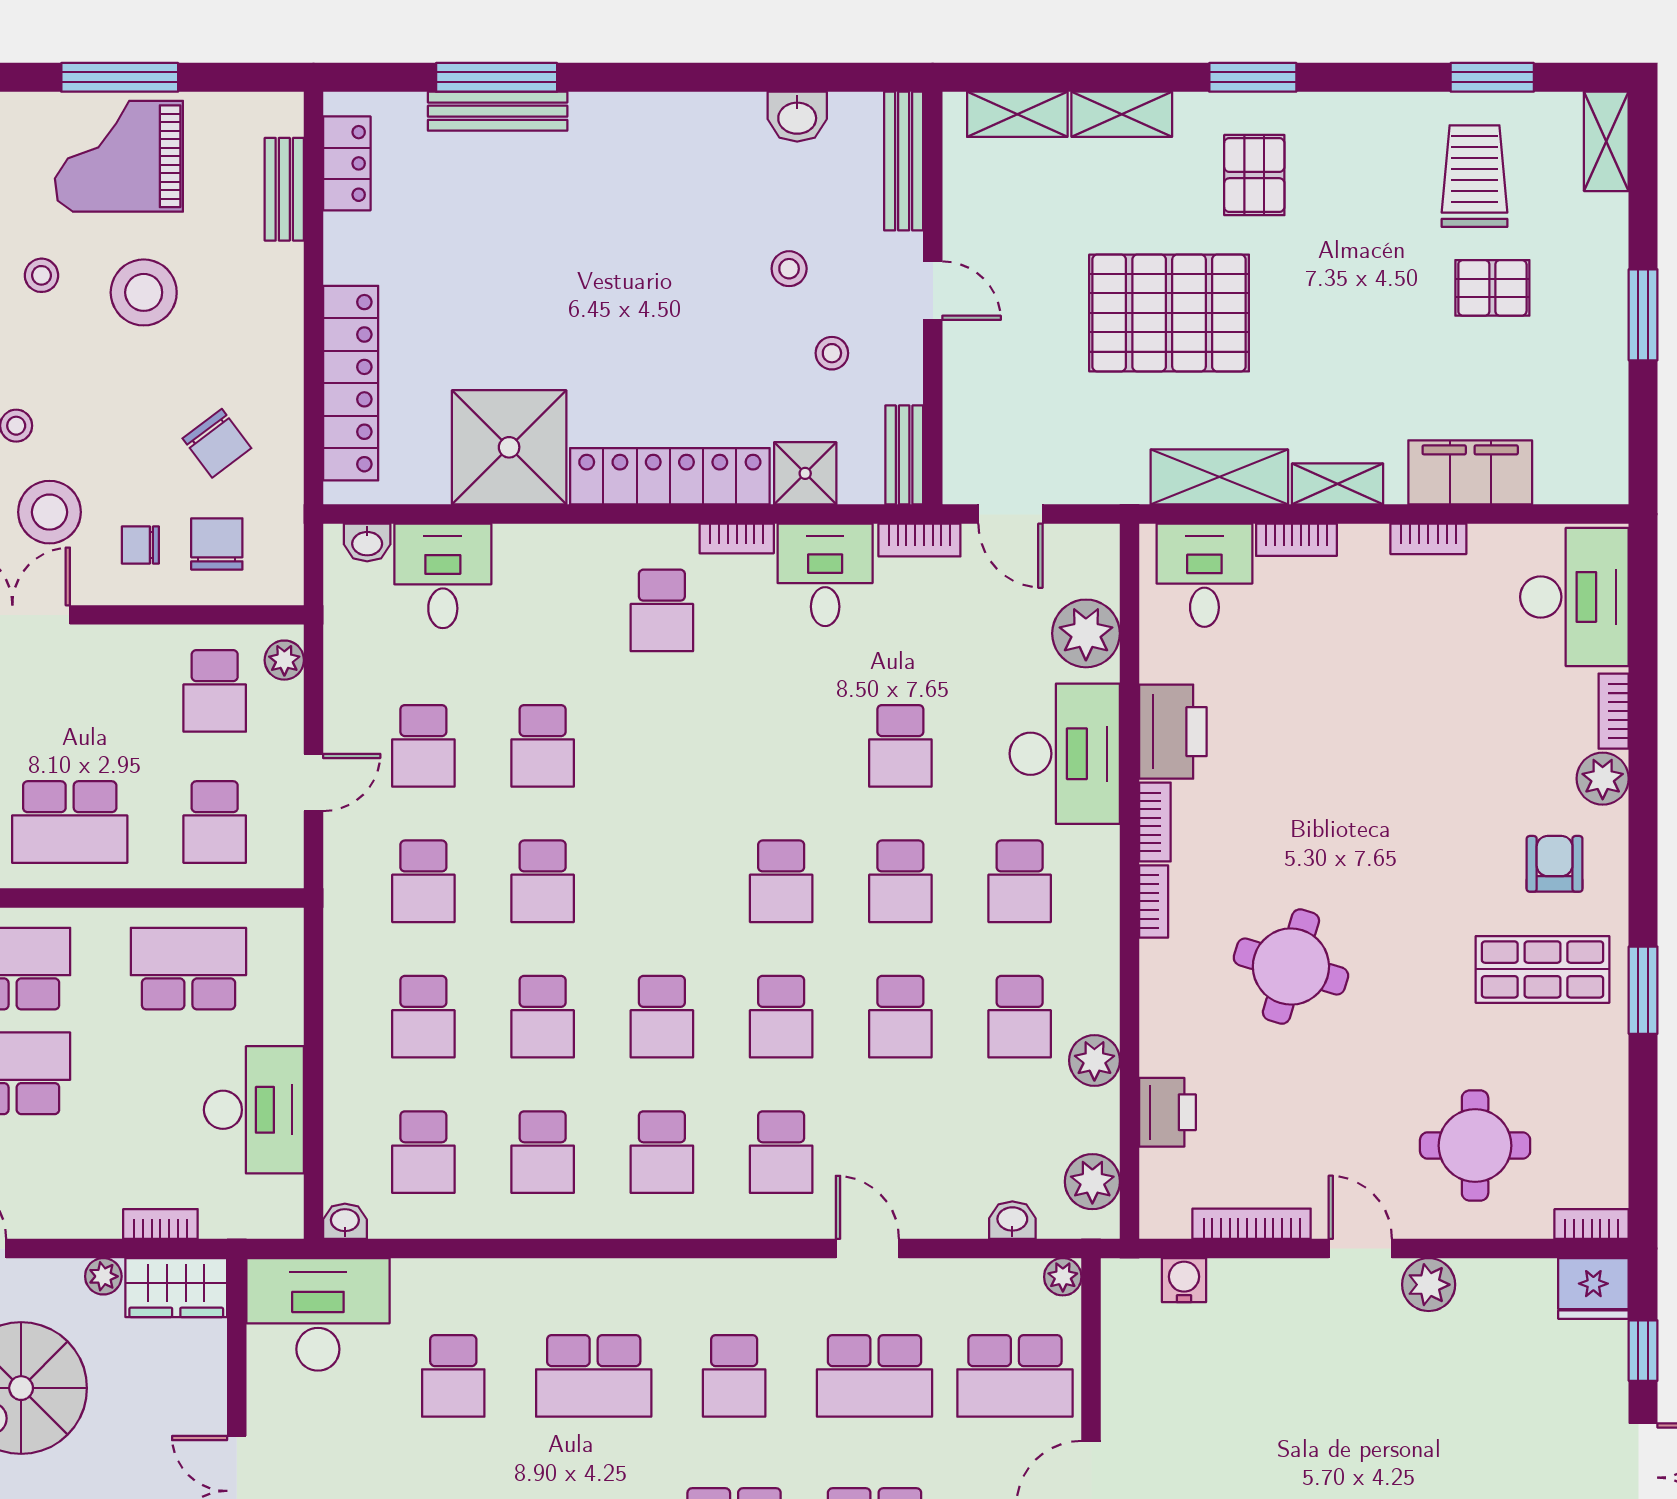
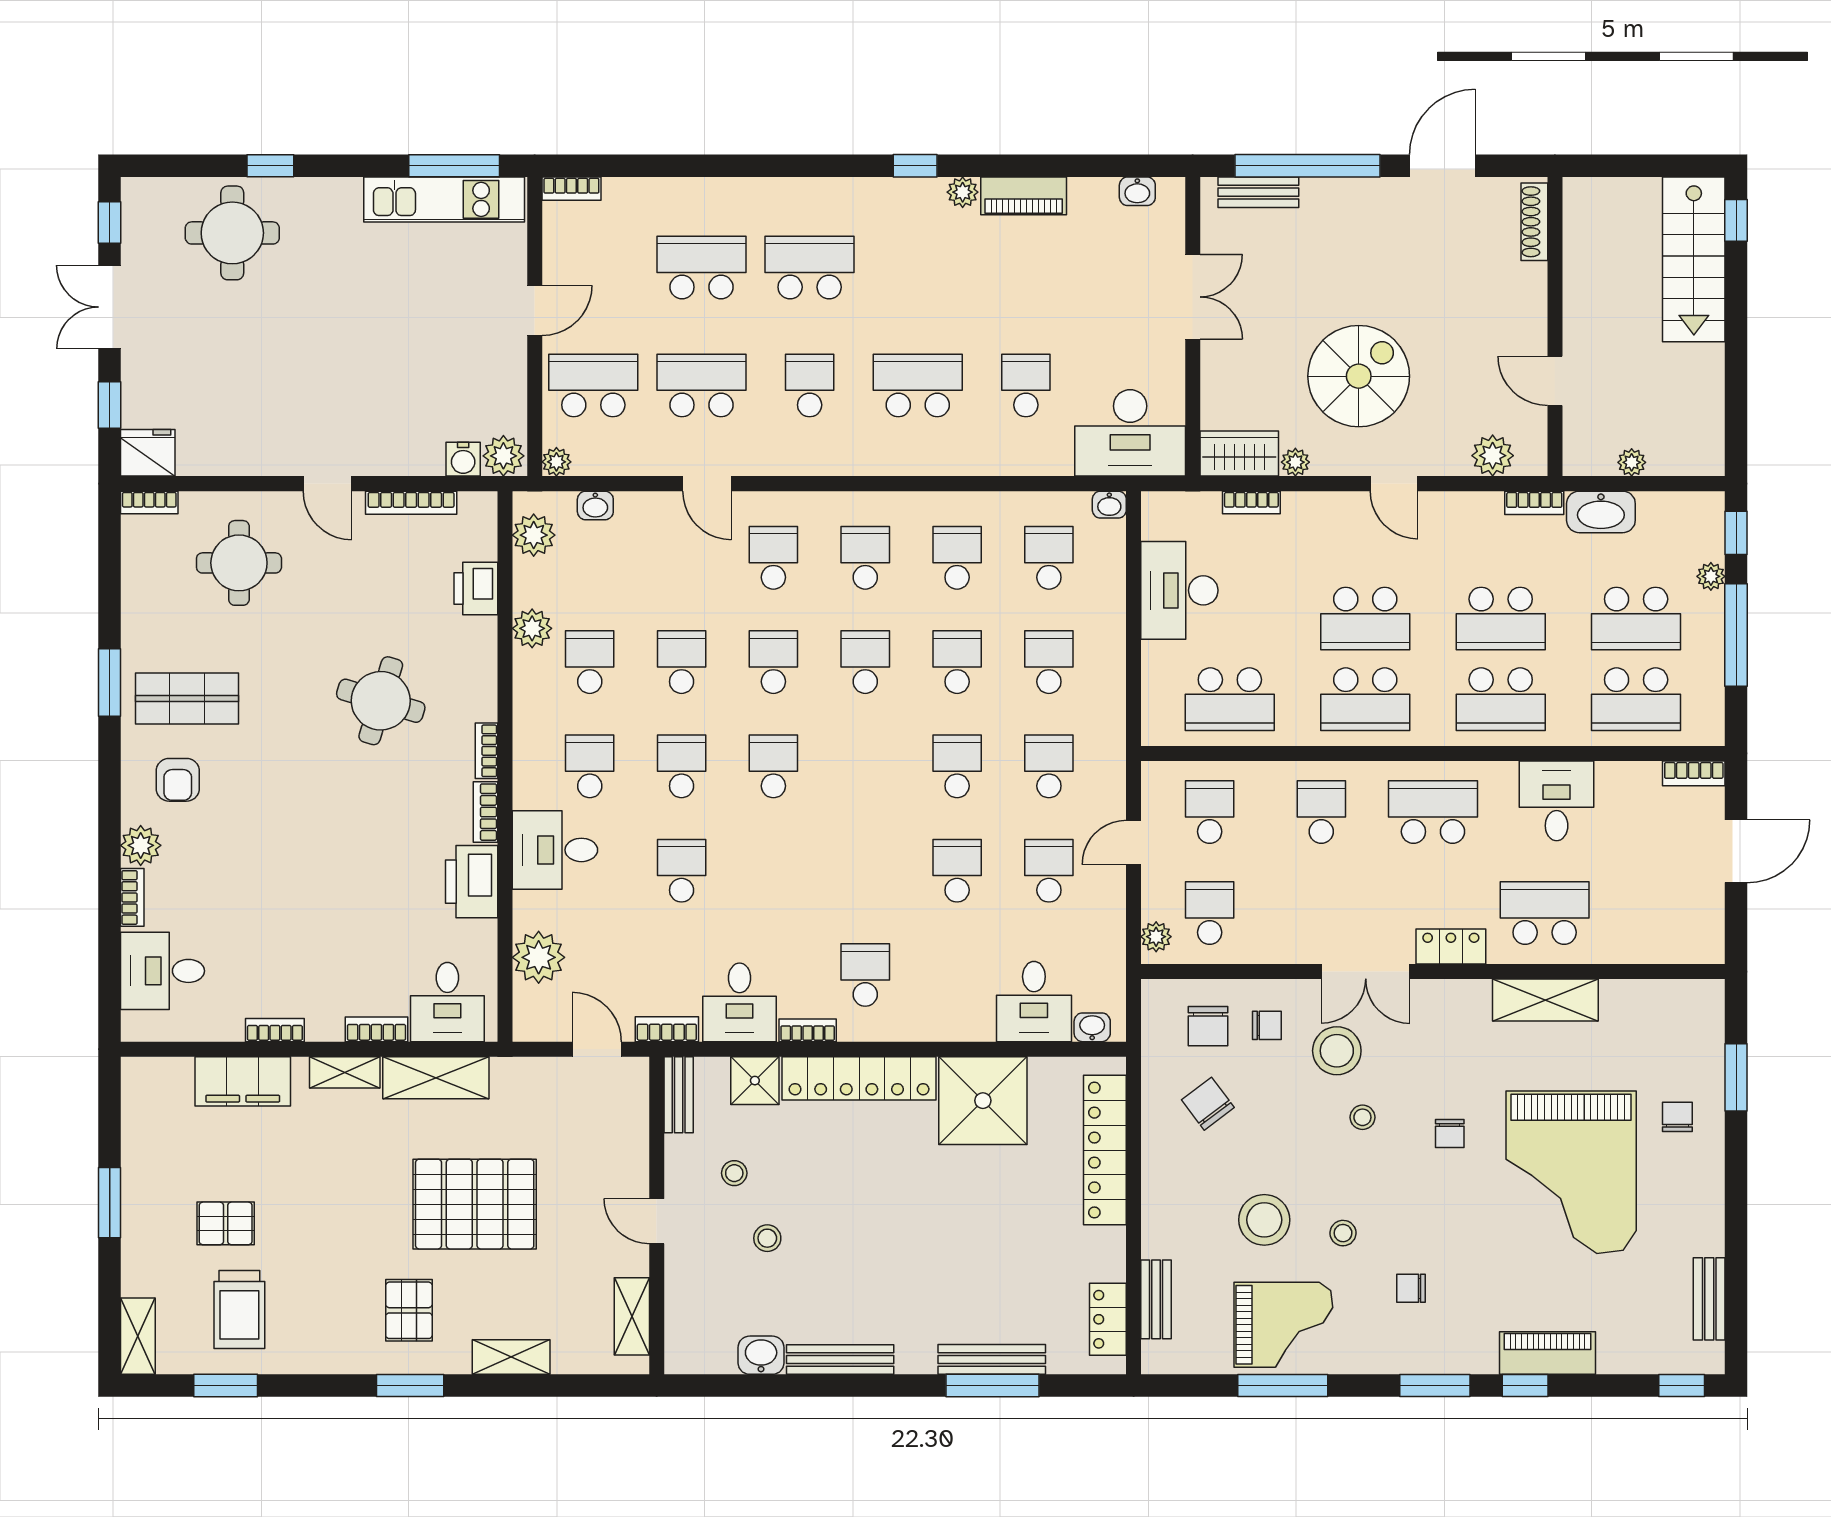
shelving: (1017, 114) -> (632, 1316), moved, turned 90
bench: (904, 161) -> (840, 1360), moved, turned 90
desk: (1574, 597) -> (162, 971), width x0.73
desk: (1065, 754) -> (555, 850), width x0.73
school desk: (70, 822) -> (1321, 812), width x0.54
plant: (1429, 1285) -> (503, 456), moved

